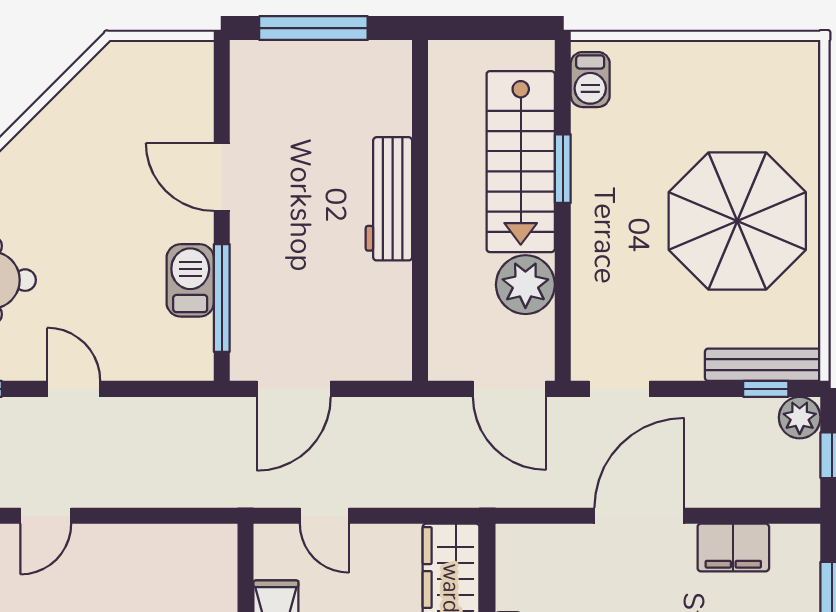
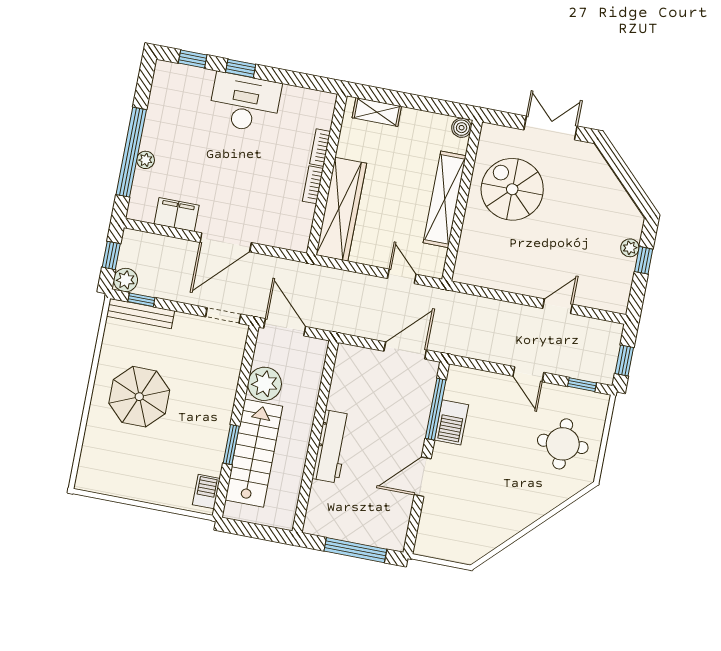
door: (222, 177) -> (423, 477), swing flipped
parasol: (737, 221) -> (139, 397), width x0.73, depth x0.73

